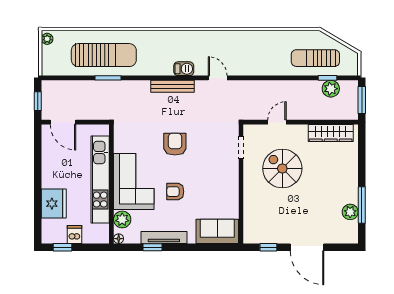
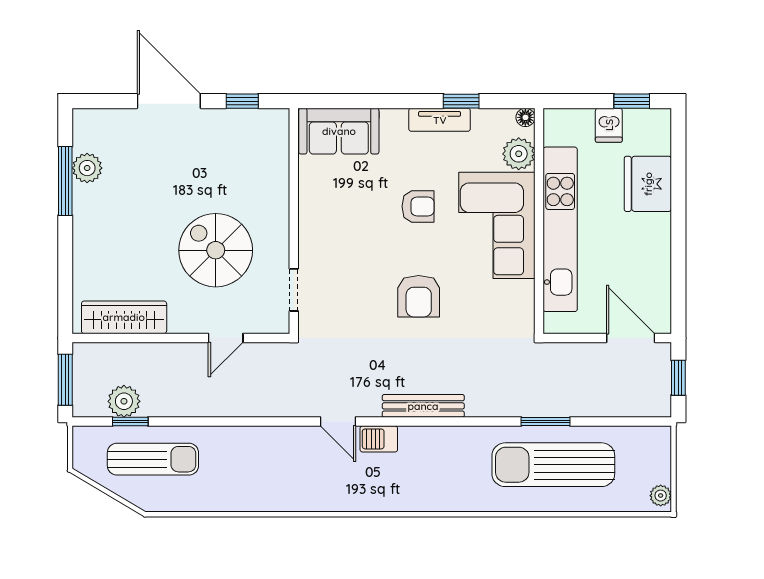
barbecue: (184, 69) -> (379, 439), moved
spiral stairs: (282, 168) -> (216, 250), turned 180
tv unit: (164, 237) -> (440, 120), width x0.71

